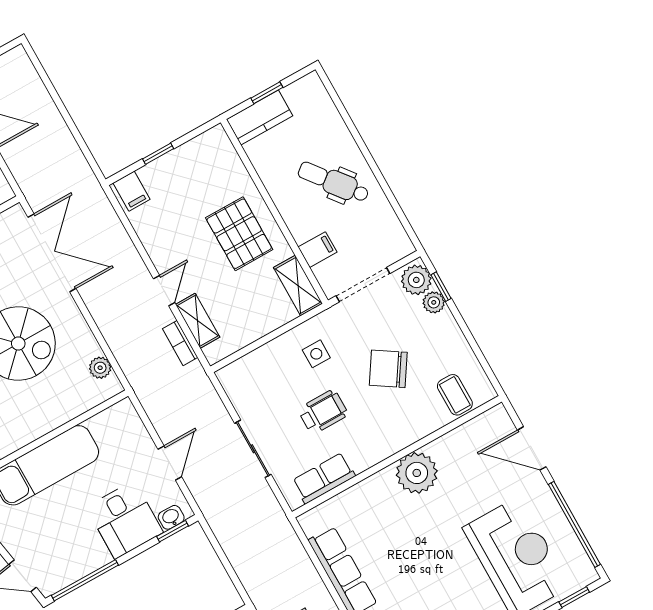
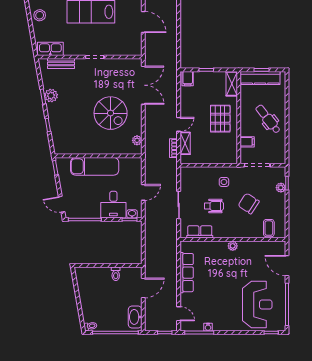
kitchen counter: (260, 118) -> (260, 78), width x1.50
plant: (416, 280) -> (279, 175), removed
shelving: (298, 286) -> (232, 84), moved
plant: (417, 473) -> (233, 246), width x0.53, depth x0.53

